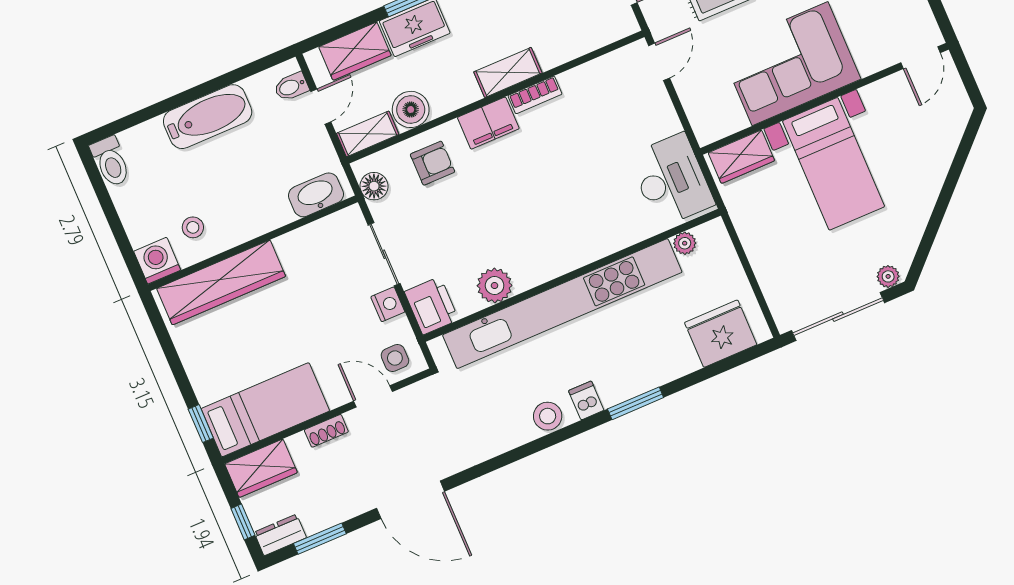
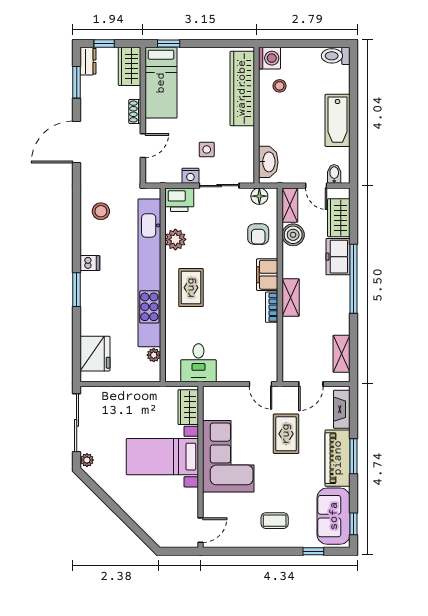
door: (921, 58) -> (201, 530), swing flipped
desk: (671, 180) -> (198, 363), width x0.73
rug: (558, 231) -> (191, 288), added
side table: (395, 358) -> (207, 149), moved
stool: (548, 416) -> (101, 211), moved

